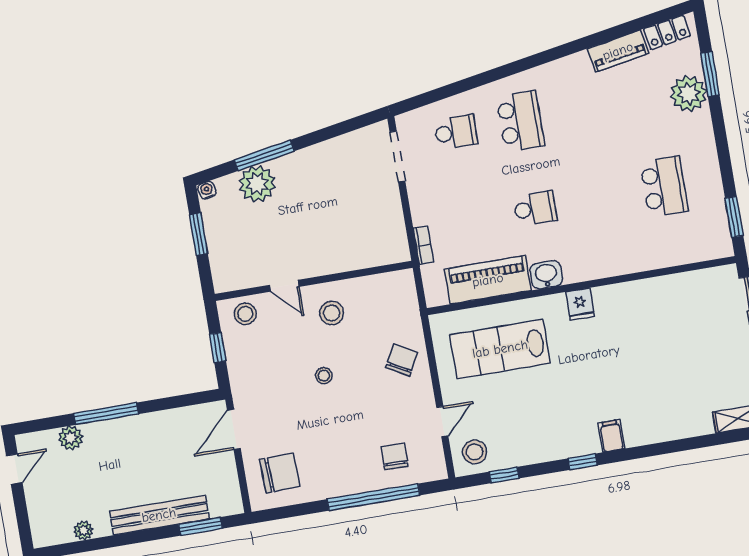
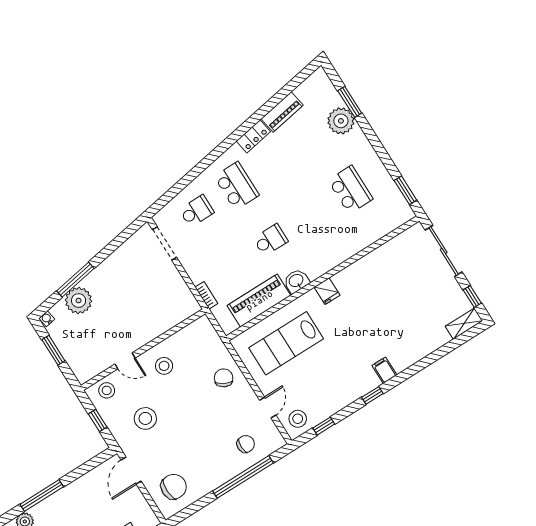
locker: (667, 32) -> (253, 136), moved
stool: (324, 376) -> (145, 418), moved, width x1.89, depth x1.89
chair: (395, 456) -> (246, 444), turned 89

